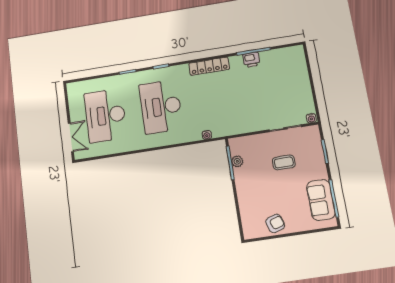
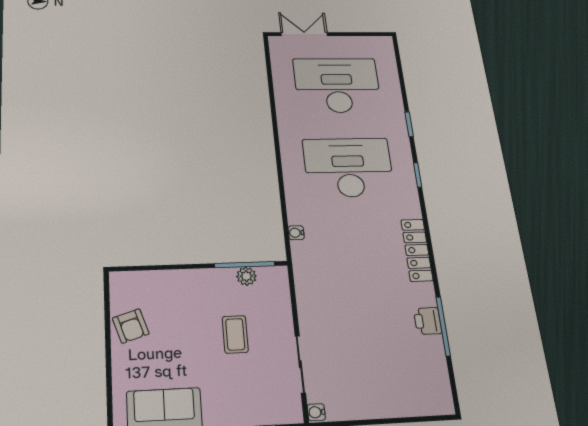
double door: (71, 137) -> (304, 34), swing flipped
coffee table: (284, 162) -> (235, 334), moved

